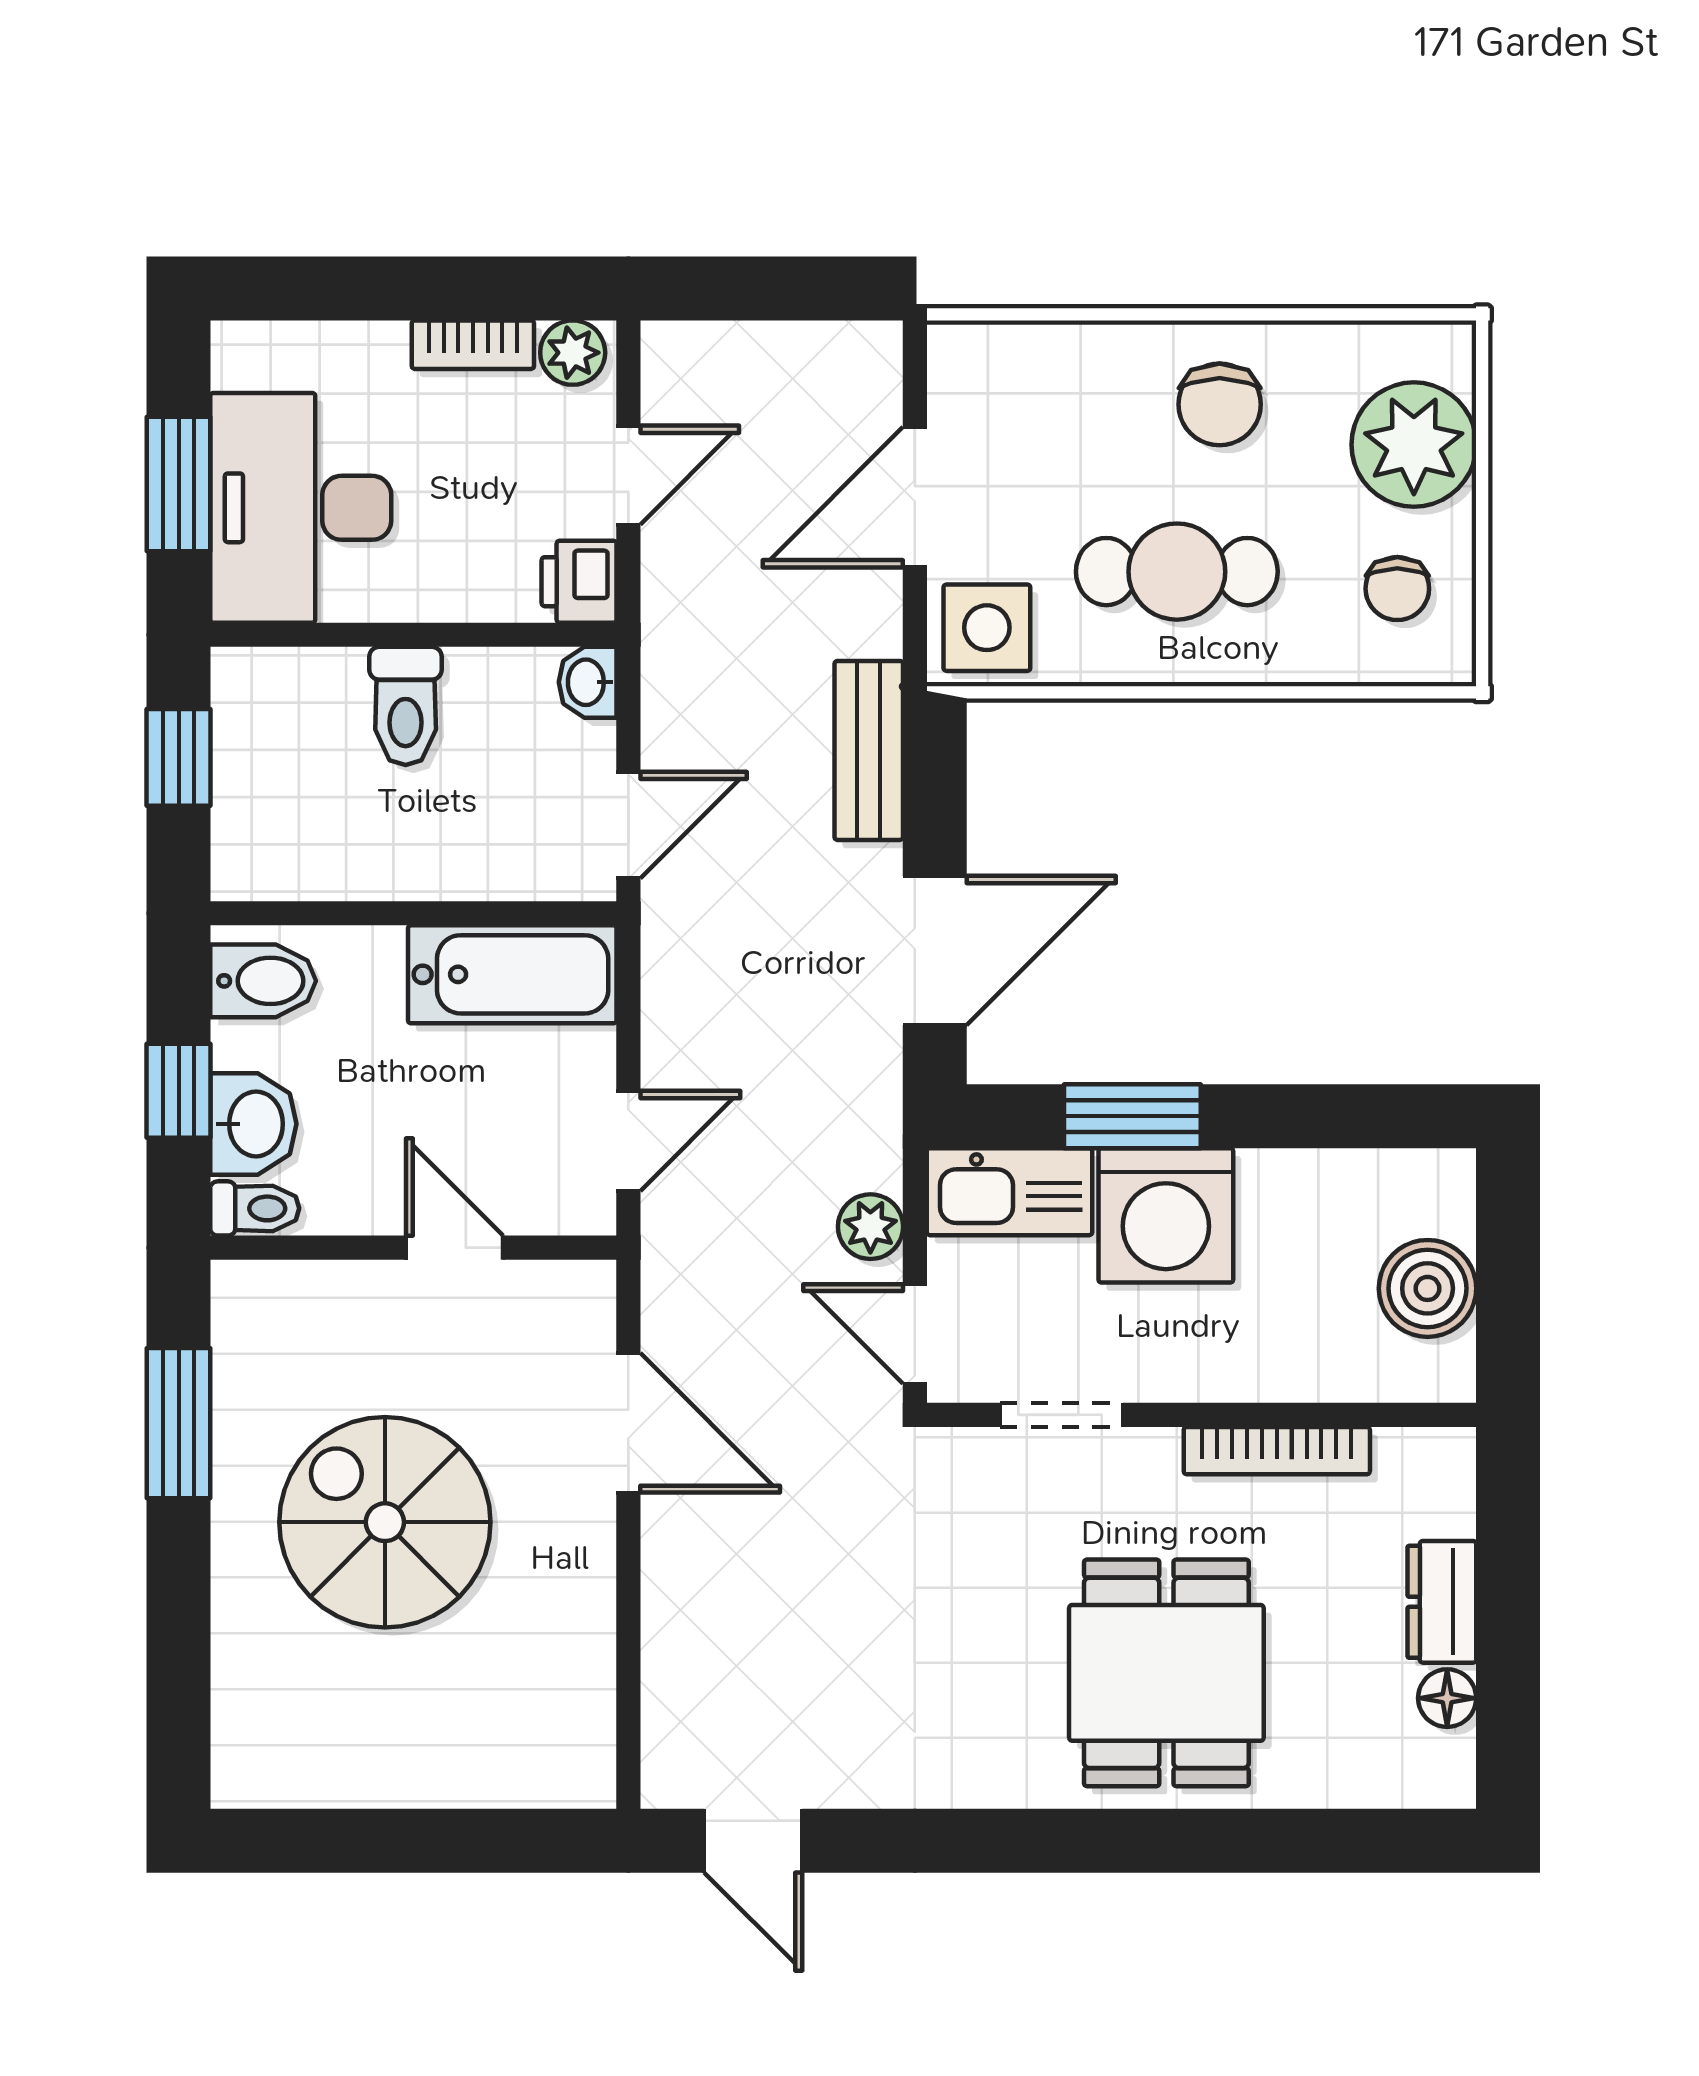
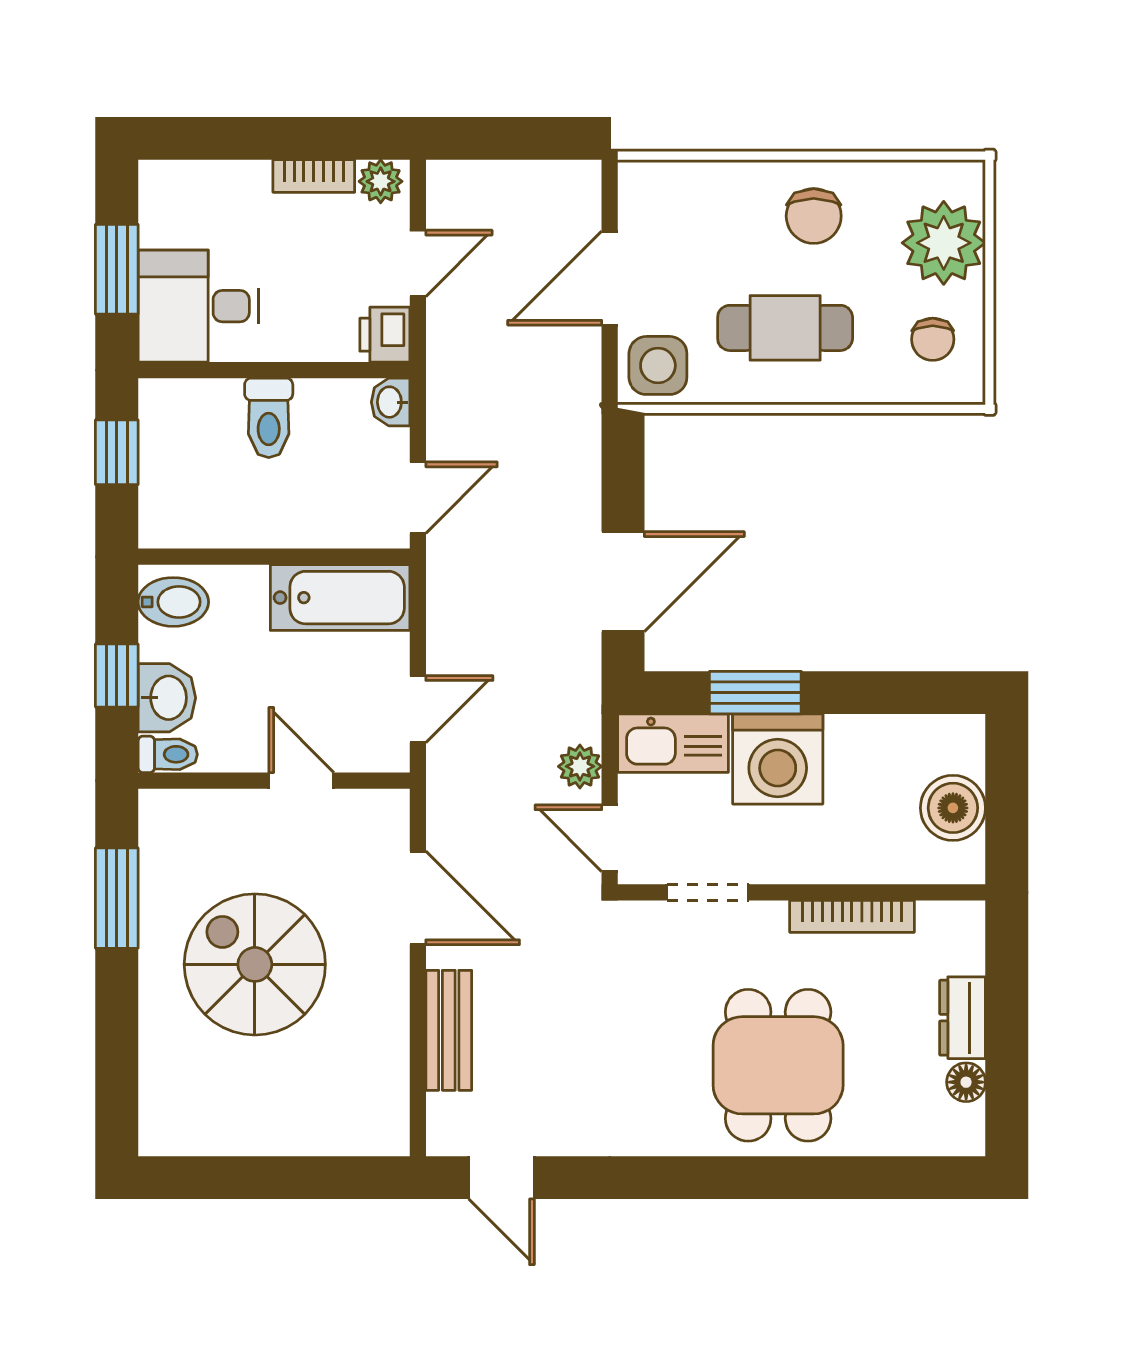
desk: (301, 508) -> (198, 306), width x0.73
bench: (869, 750) -> (449, 1030), moved

